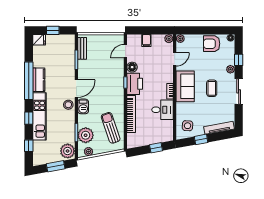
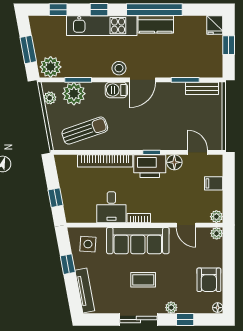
armchair: (212, 44) -> (209, 280), turned 180
sofa: (185, 86) -> (138, 241), width x1.36
door: (76, 89) -> (143, 80), hinge flipped

